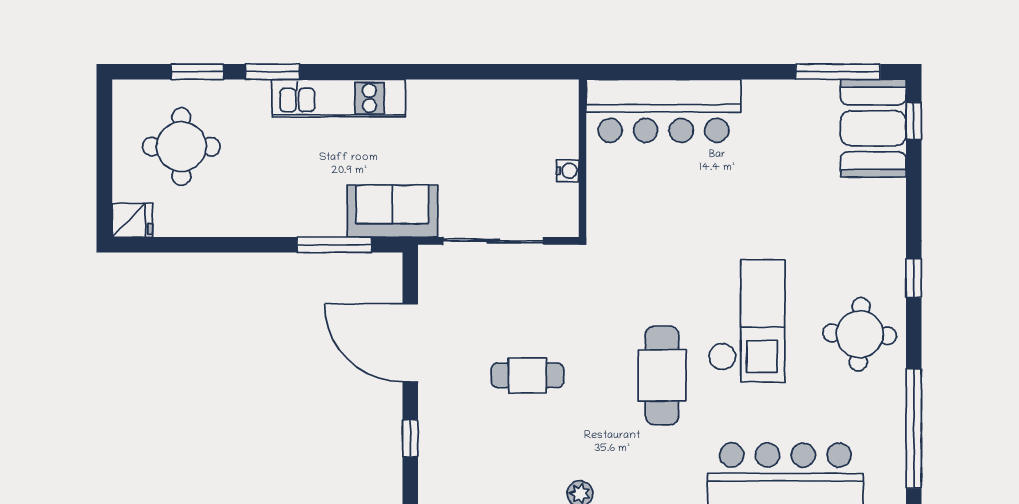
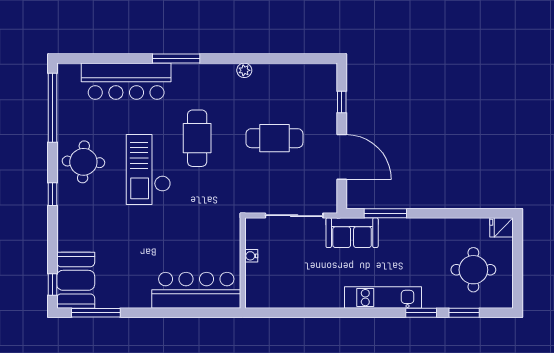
cafe table: (527, 375) -> (274, 138), width x1.37, depth x1.35

